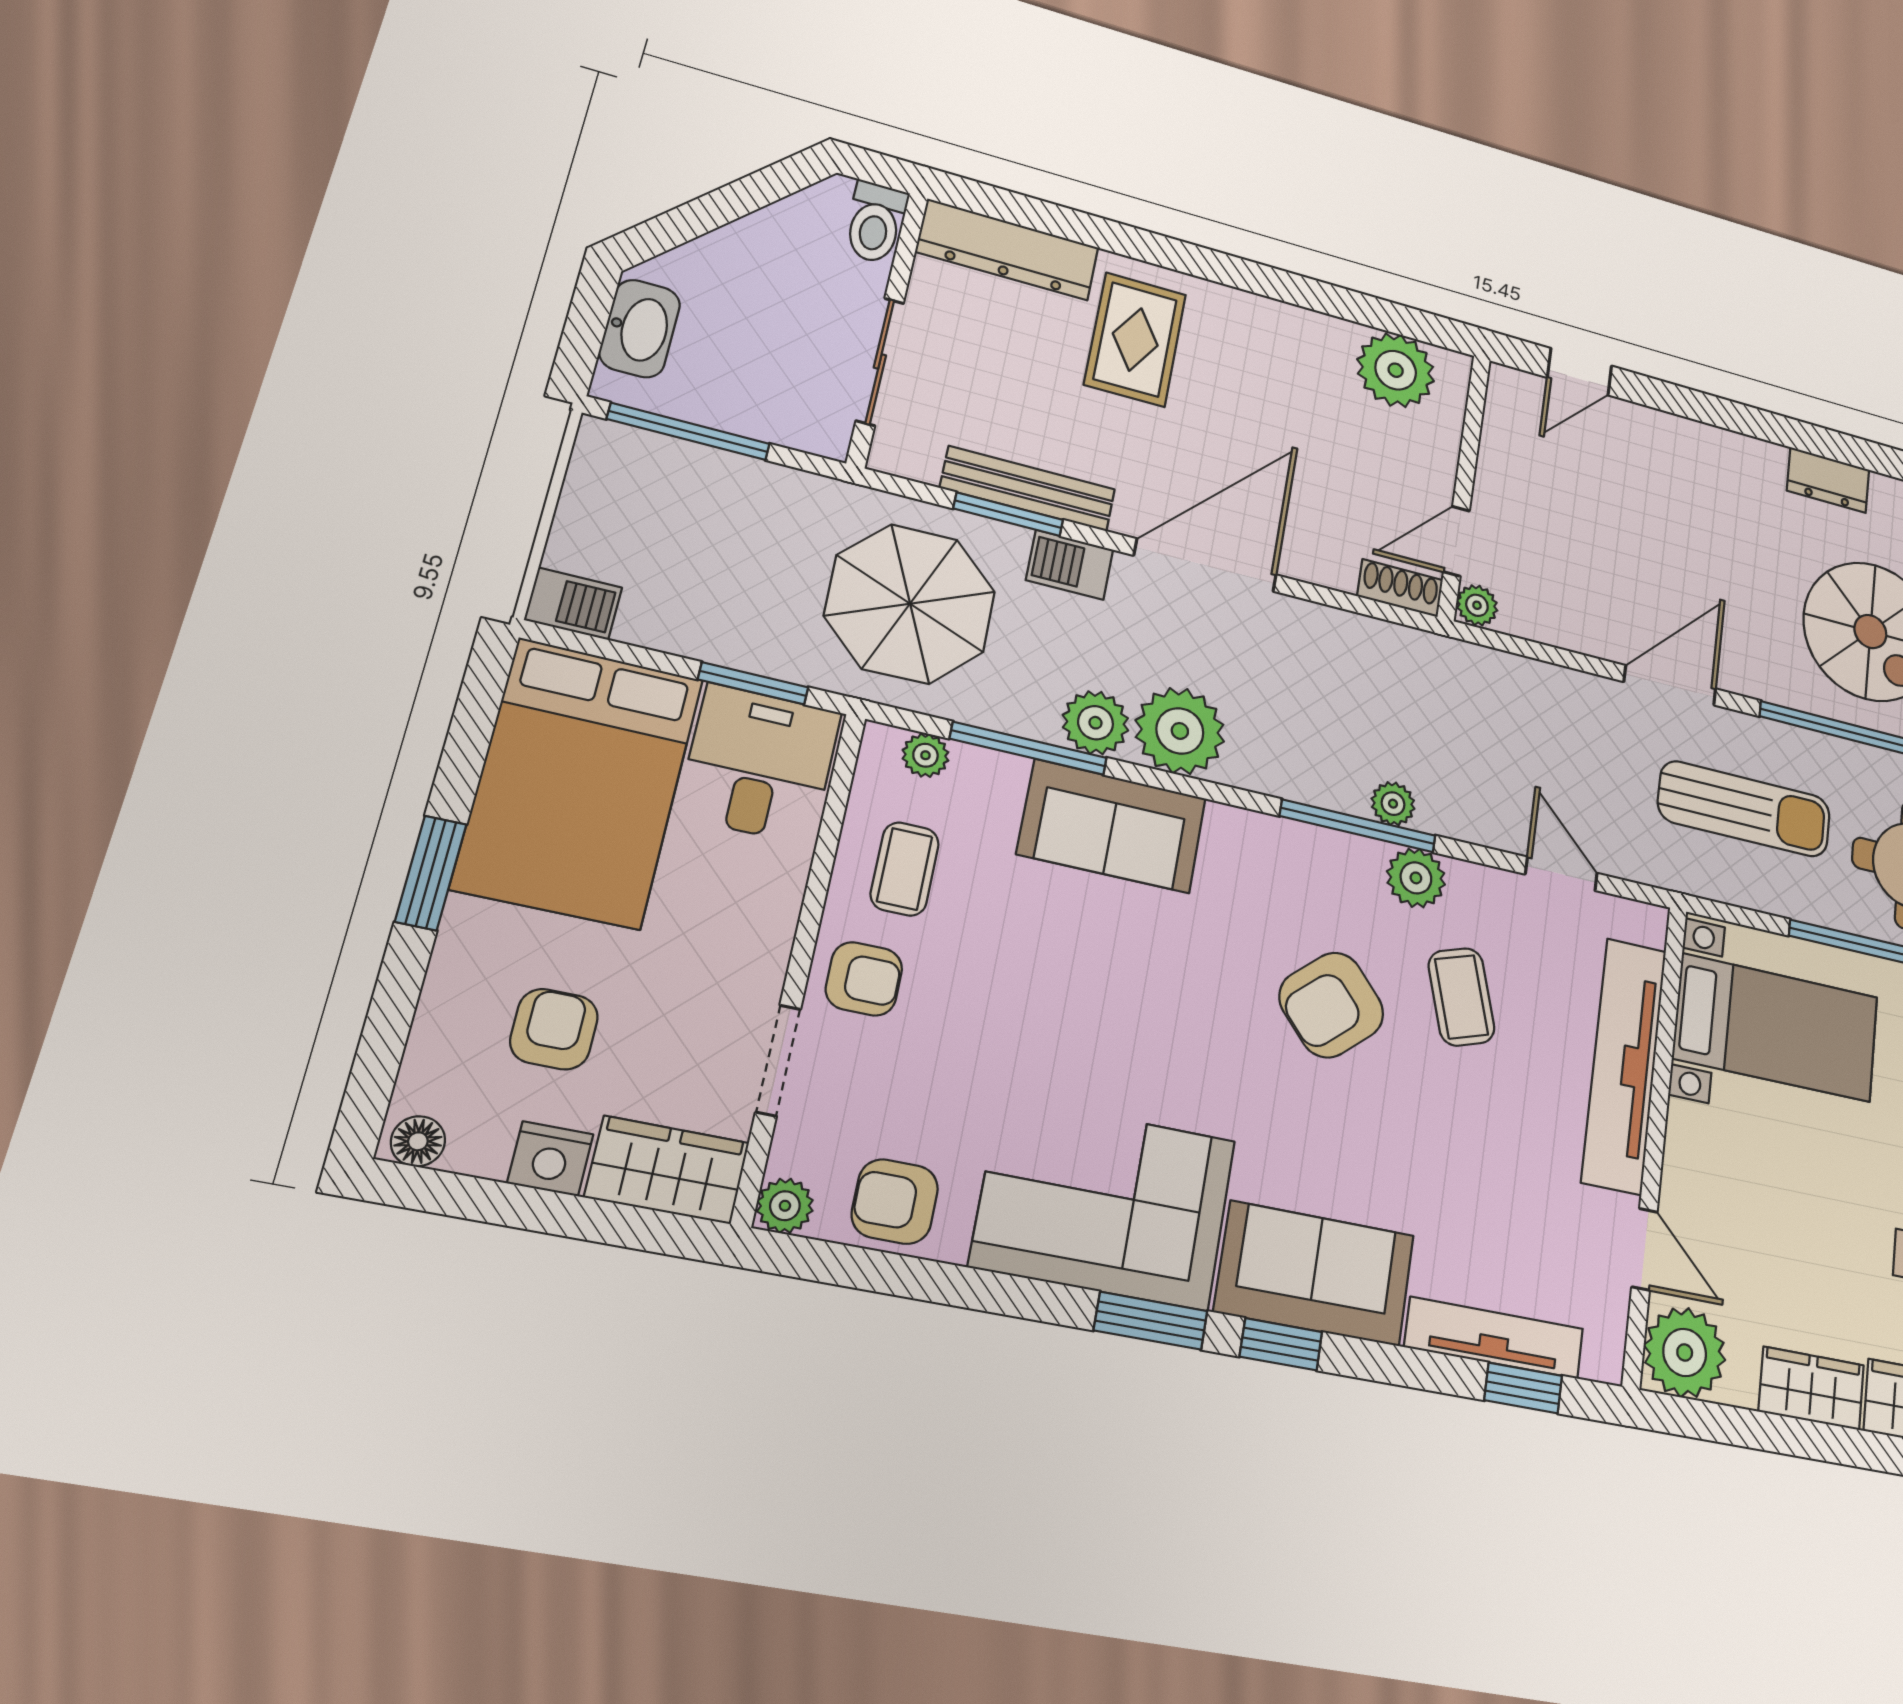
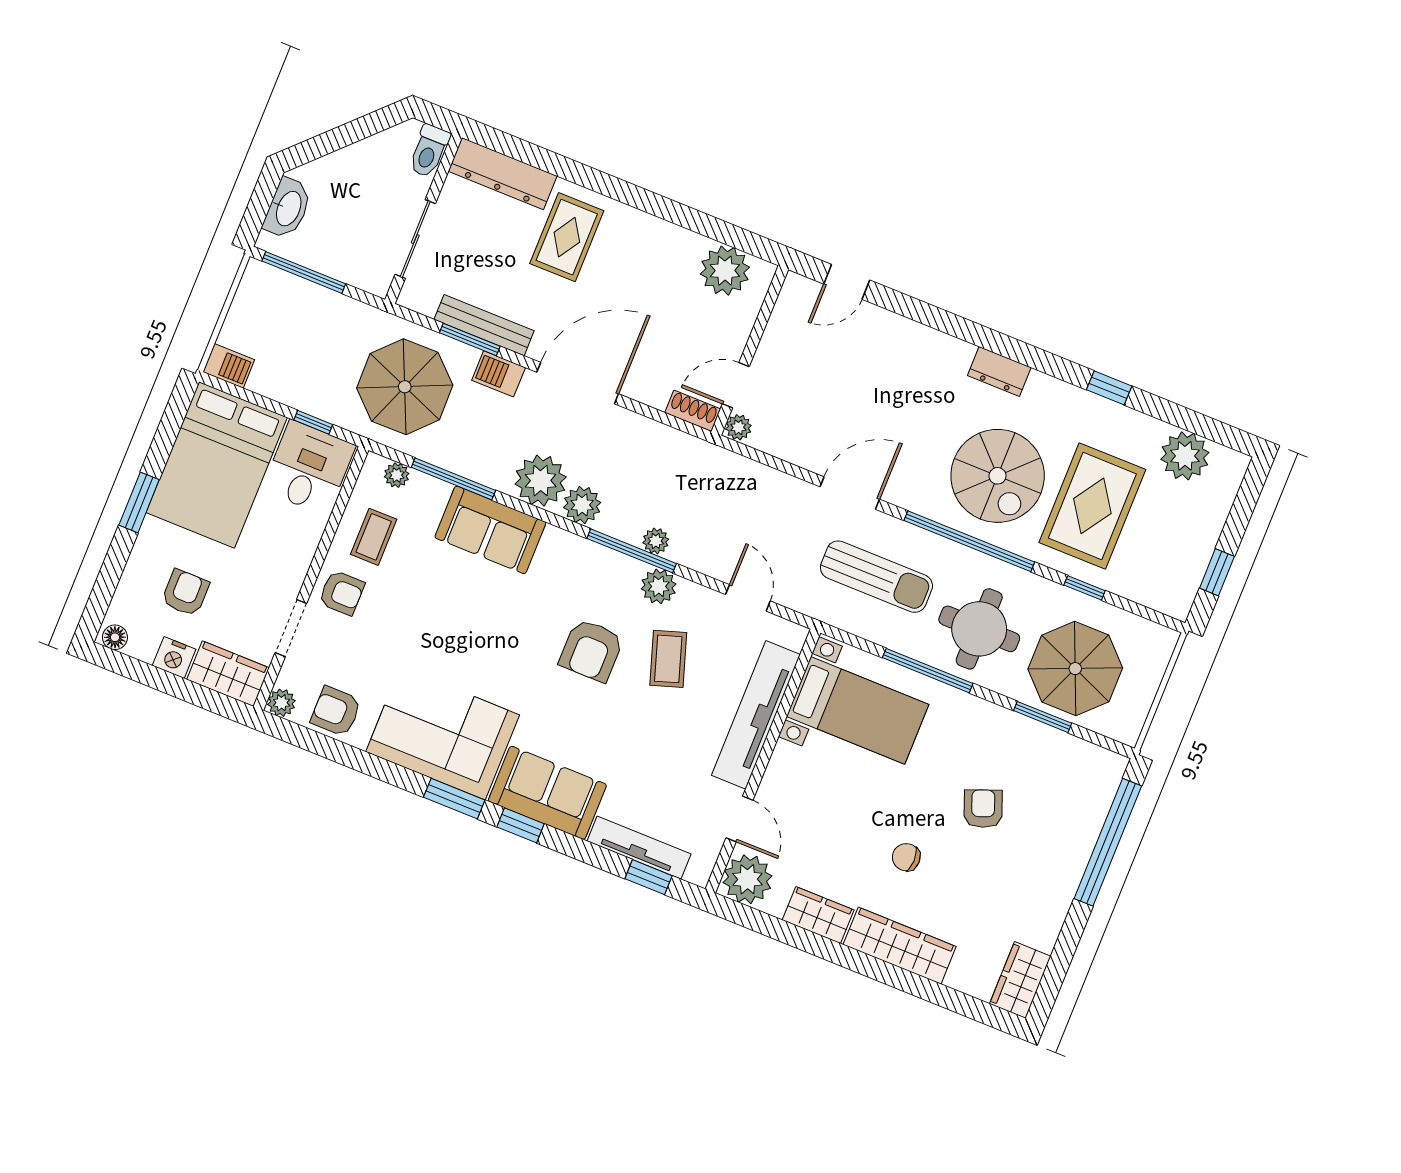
window: (753, 683) -> (313, 422), width x0.67
plant: (1096, 723) -> (582, 505), moved
armchair: (1331, 1005) -> (591, 650), turned -48

